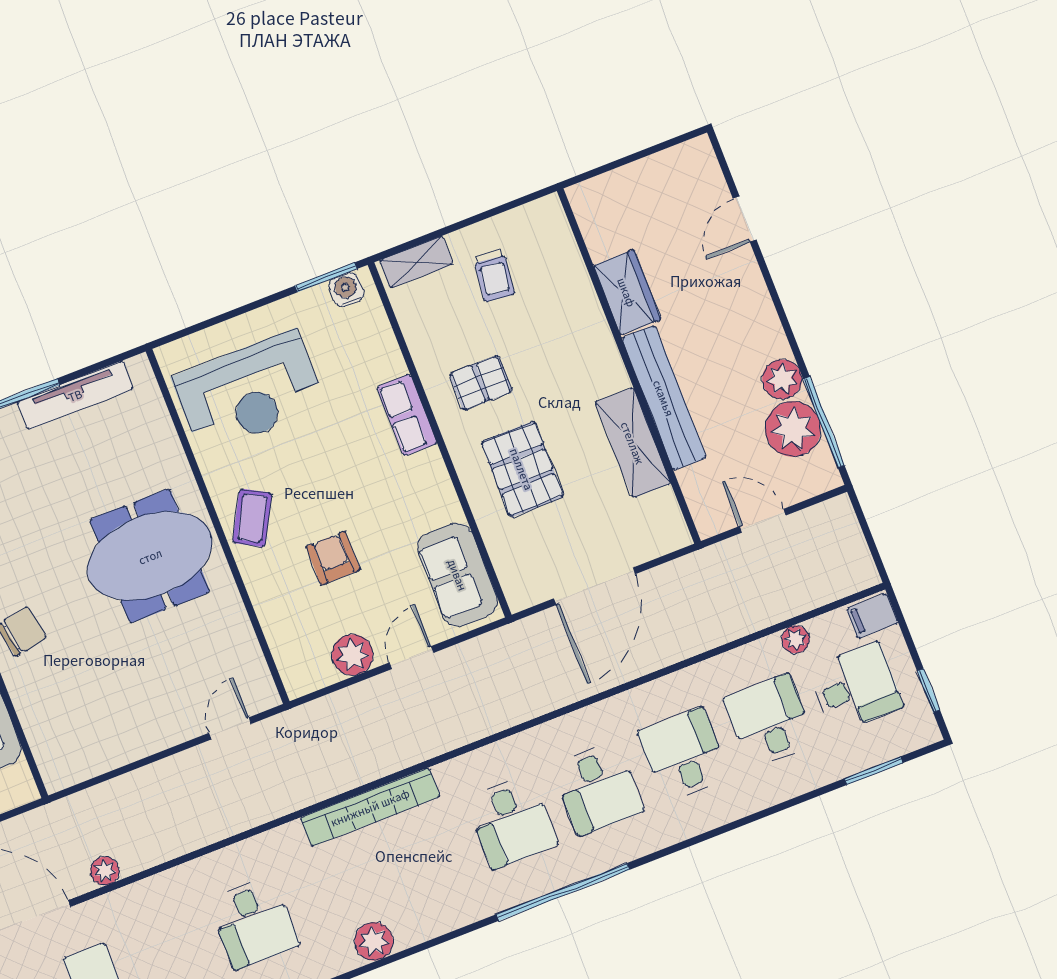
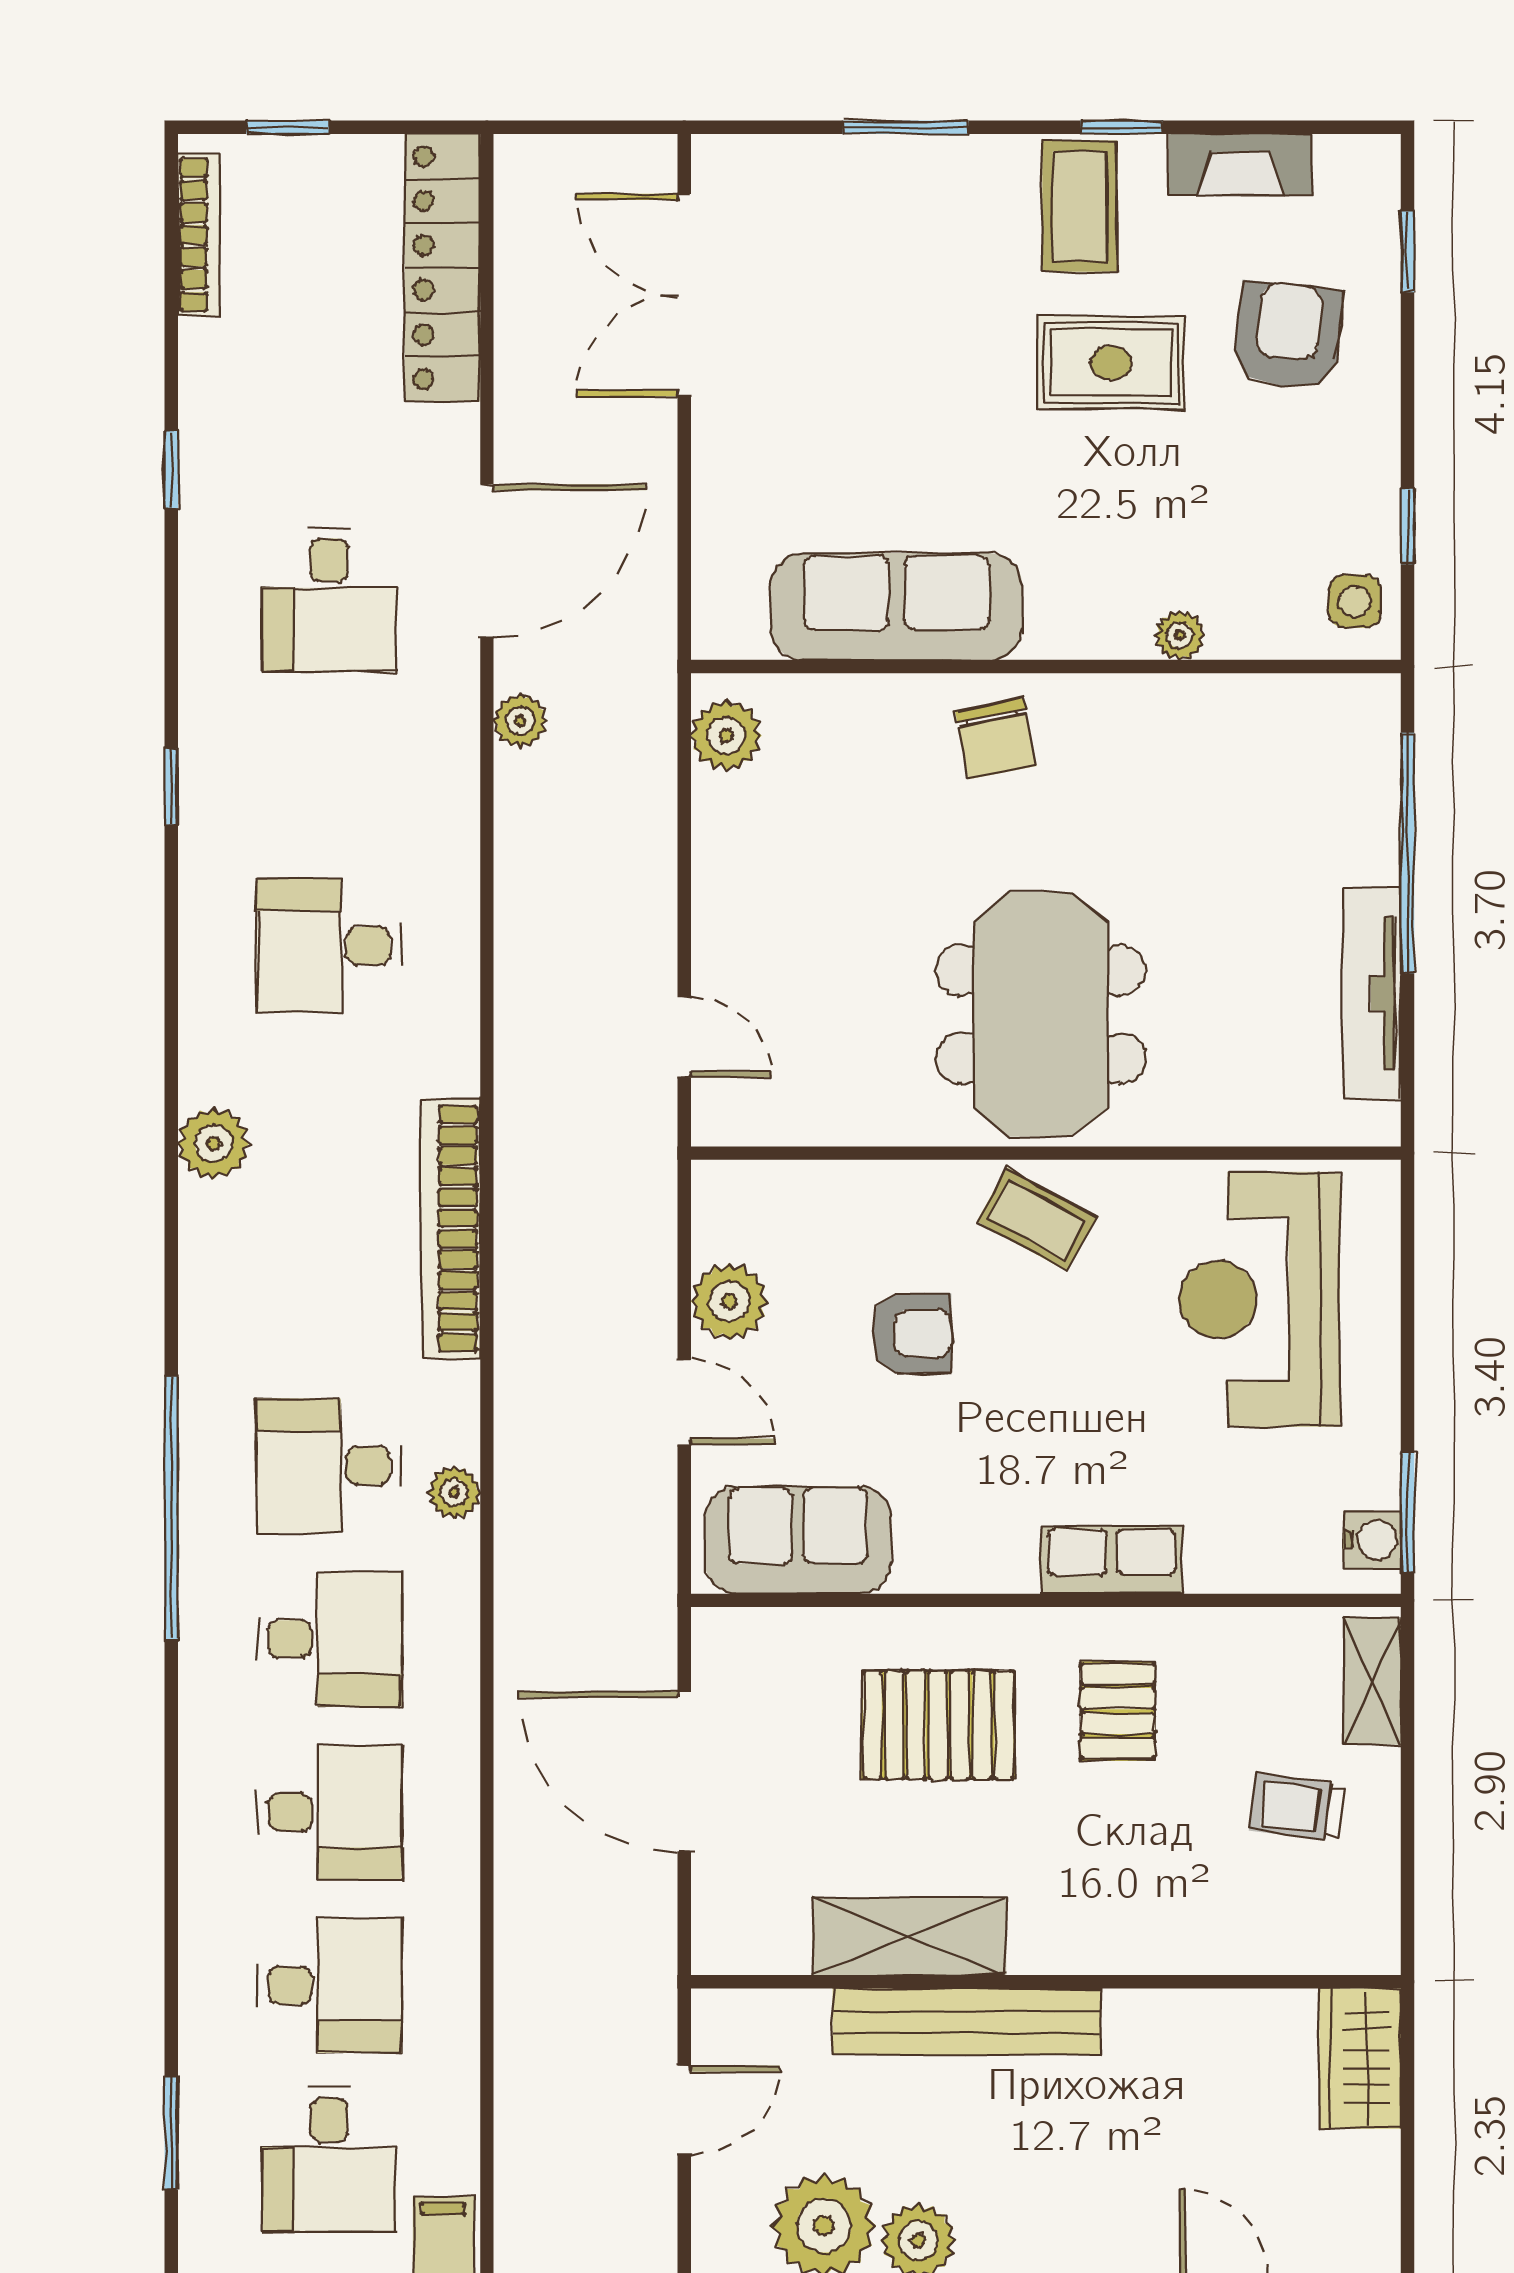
wardrobe: (627, 292) -> (1360, 2059), moved, turned 90
plant: (795, 639) -> (454, 1493), moved
plant: (72, 766) -> (726, 736), added
desk: (598, 788) -> (329, 1639), turned 180

